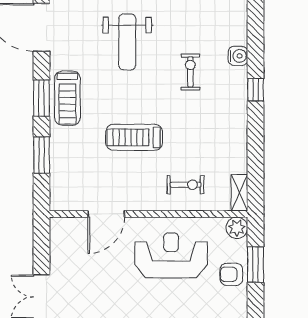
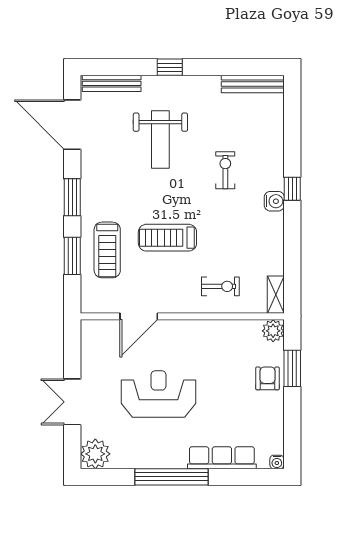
water cooler: (238, 56) -> (274, 201), moved
treadmill: (67, 98) -> (107, 250), moved
reception desk: (171, 255) -> (159, 394), moved
armchair: (231, 274) -> (267, 378), turned 90

